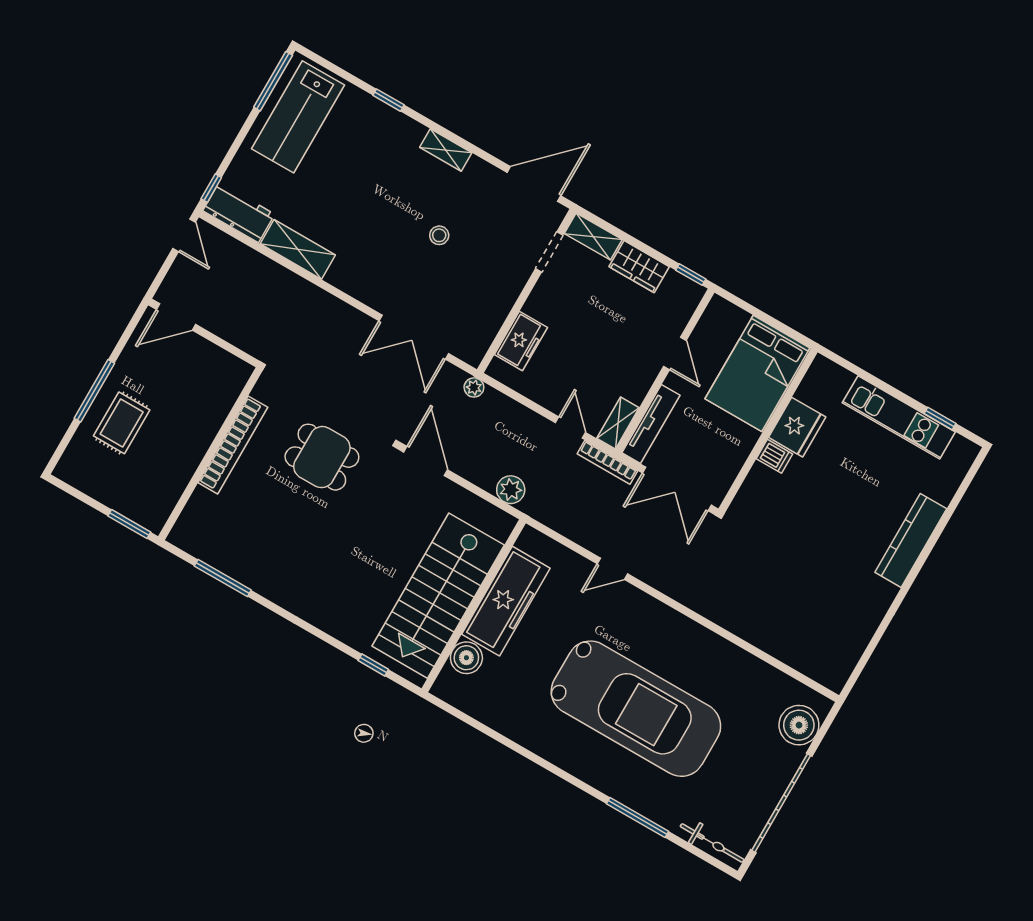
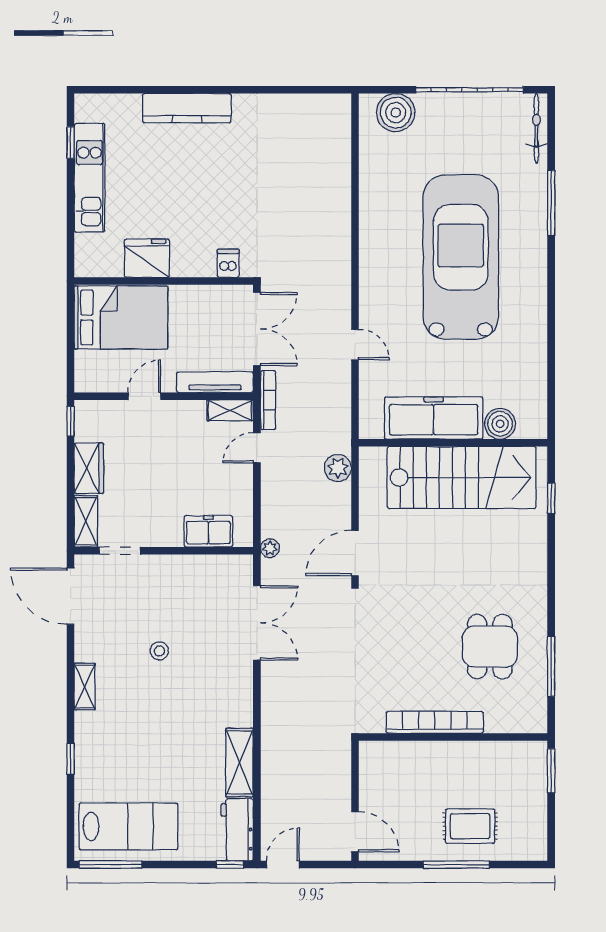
dishwasher: (774, 456) -> (228, 263), moved
dining table: (322, 457) -> (490, 647), moved

